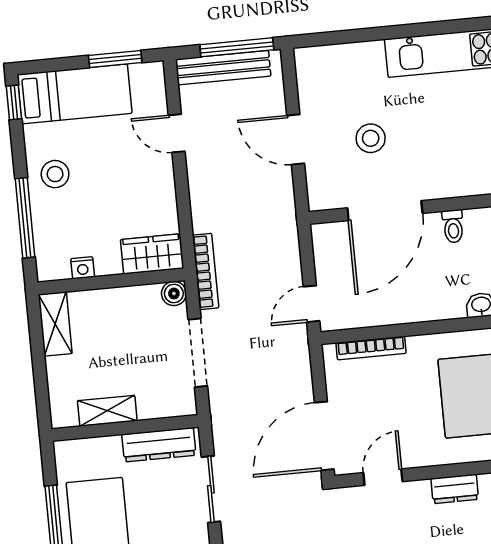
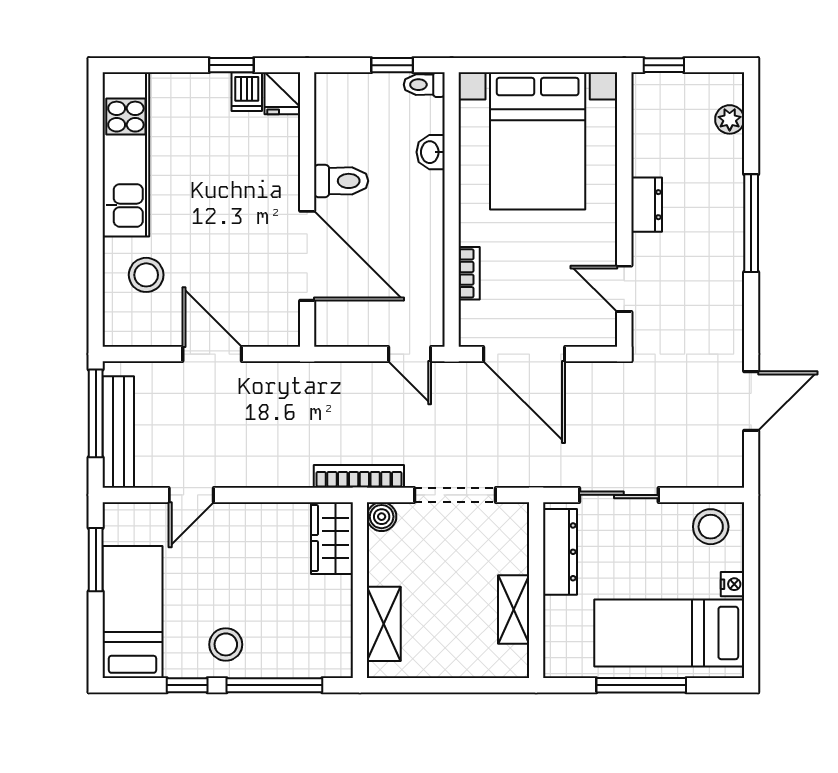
window: (14, 102) -> (187, 685), moved
stool: (371, 138) -> (146, 275), moved
door: (296, 140) -> (212, 354), swing flipped
toilet: (453, 226) -> (341, 181), width x1.37, depth x1.39
nightstand: (83, 268) -> (341, 622), removed
shelving: (55, 324) -> (384, 624), moved, turned 90
bookcase: (371, 348) -> (469, 273), width x0.64
door: (324, 436) -> (524, 354), moved

